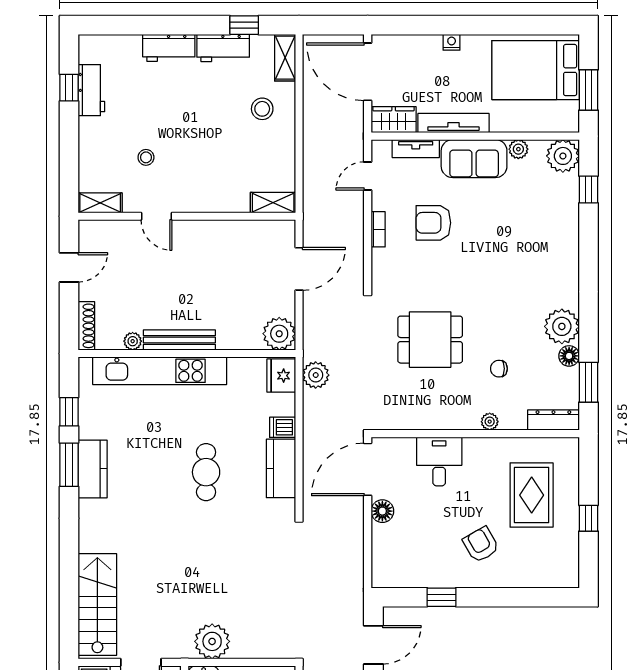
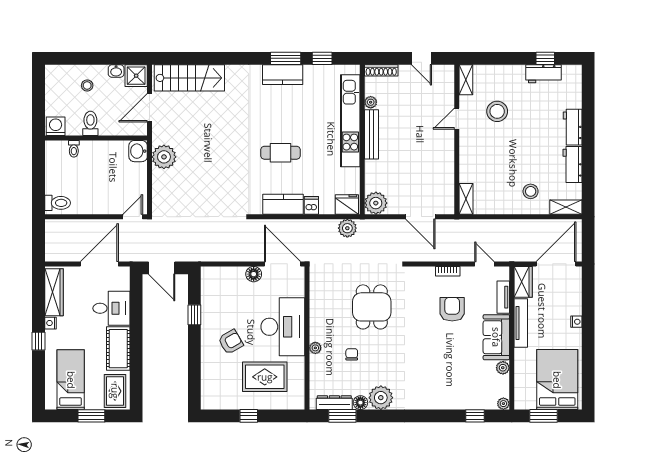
window: (244, 25) -> (588, 179), removed
plant: (563, 156) -> (503, 404), width x0.53, depth x0.53
stool: (146, 157) -> (497, 111), width x1.89, depth x1.89
dresser: (553, 420) -> (334, 403), moved, turned -90
desk: (439, 461) -> (283, 327), width x1.87, depth x1.30

